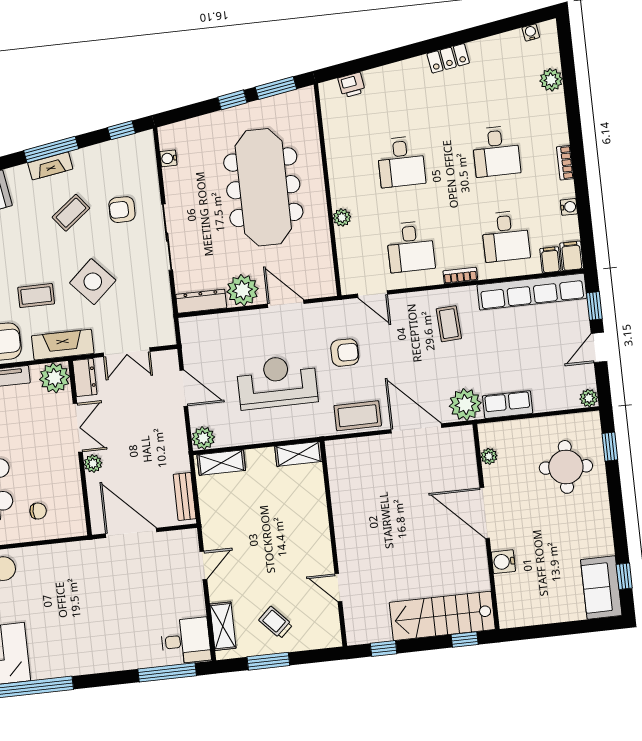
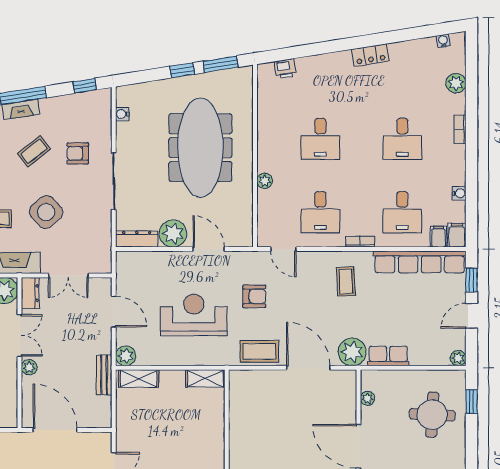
bookcase: (565, 163) -> (460, 130), moved
bench: (185, 496) -> (104, 375), moved

